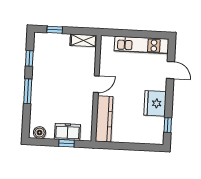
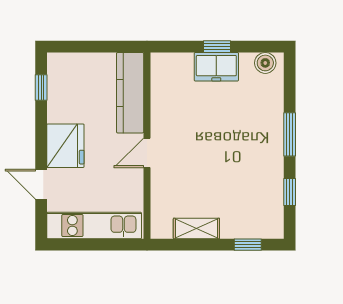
door: (96, 84) -> (147, 153), moved
wall: (96, 88) -> (147, 146), moved
fridge: (155, 103) -> (65, 146), moved
kitchen counter: (104, 119) -> (130, 93), moved

